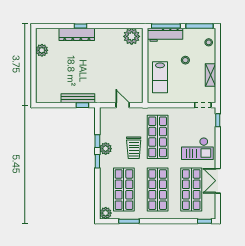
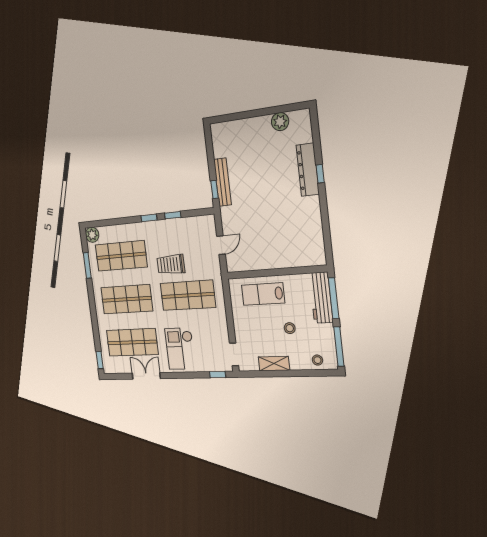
plant: (132, 36) -> (314, 250), removed
plant: (106, 149) -> (165, 227), removed

